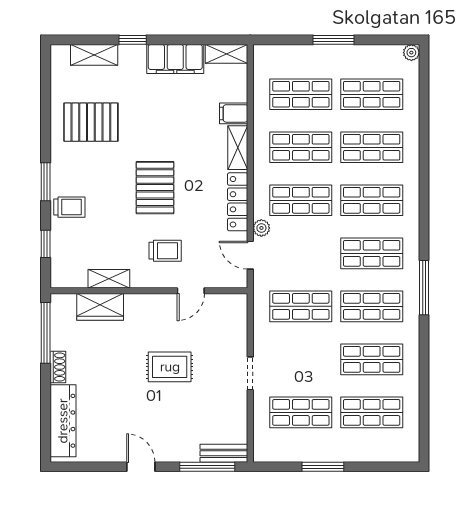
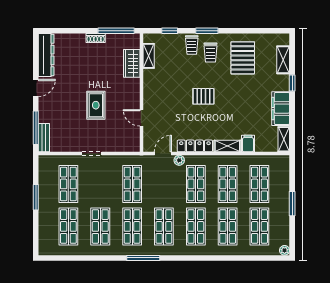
pallet: (155, 188) -> (203, 96), width x0.67, depth x0.71
trolley: (165, 251) -> (211, 53), moved
shelving: (109, 279) -> (149, 56), moved
dresser: (63, 421) -> (46, 55), moved, turned -90

